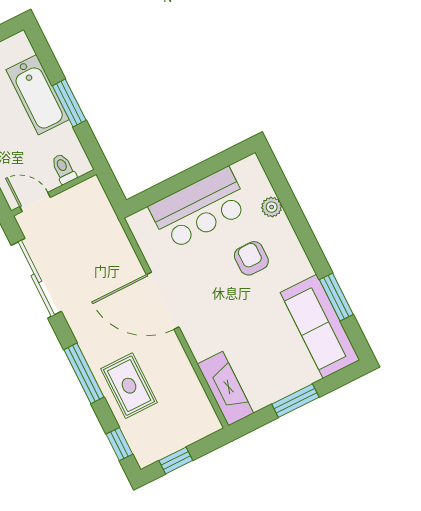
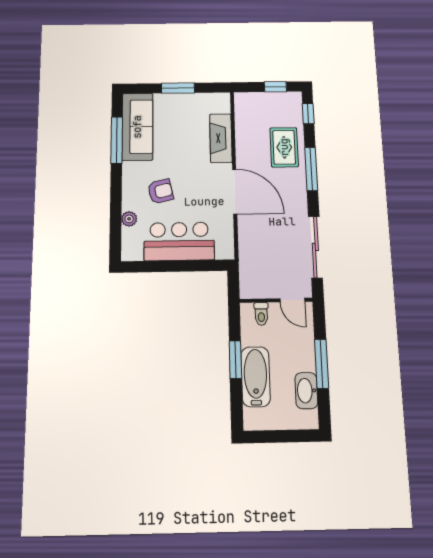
armchair: (251, 258) -> (160, 191), turned -103
window: (336, 297) -> (117, 140), width x1.44
fireplace: (225, 389) -> (221, 138), moved

